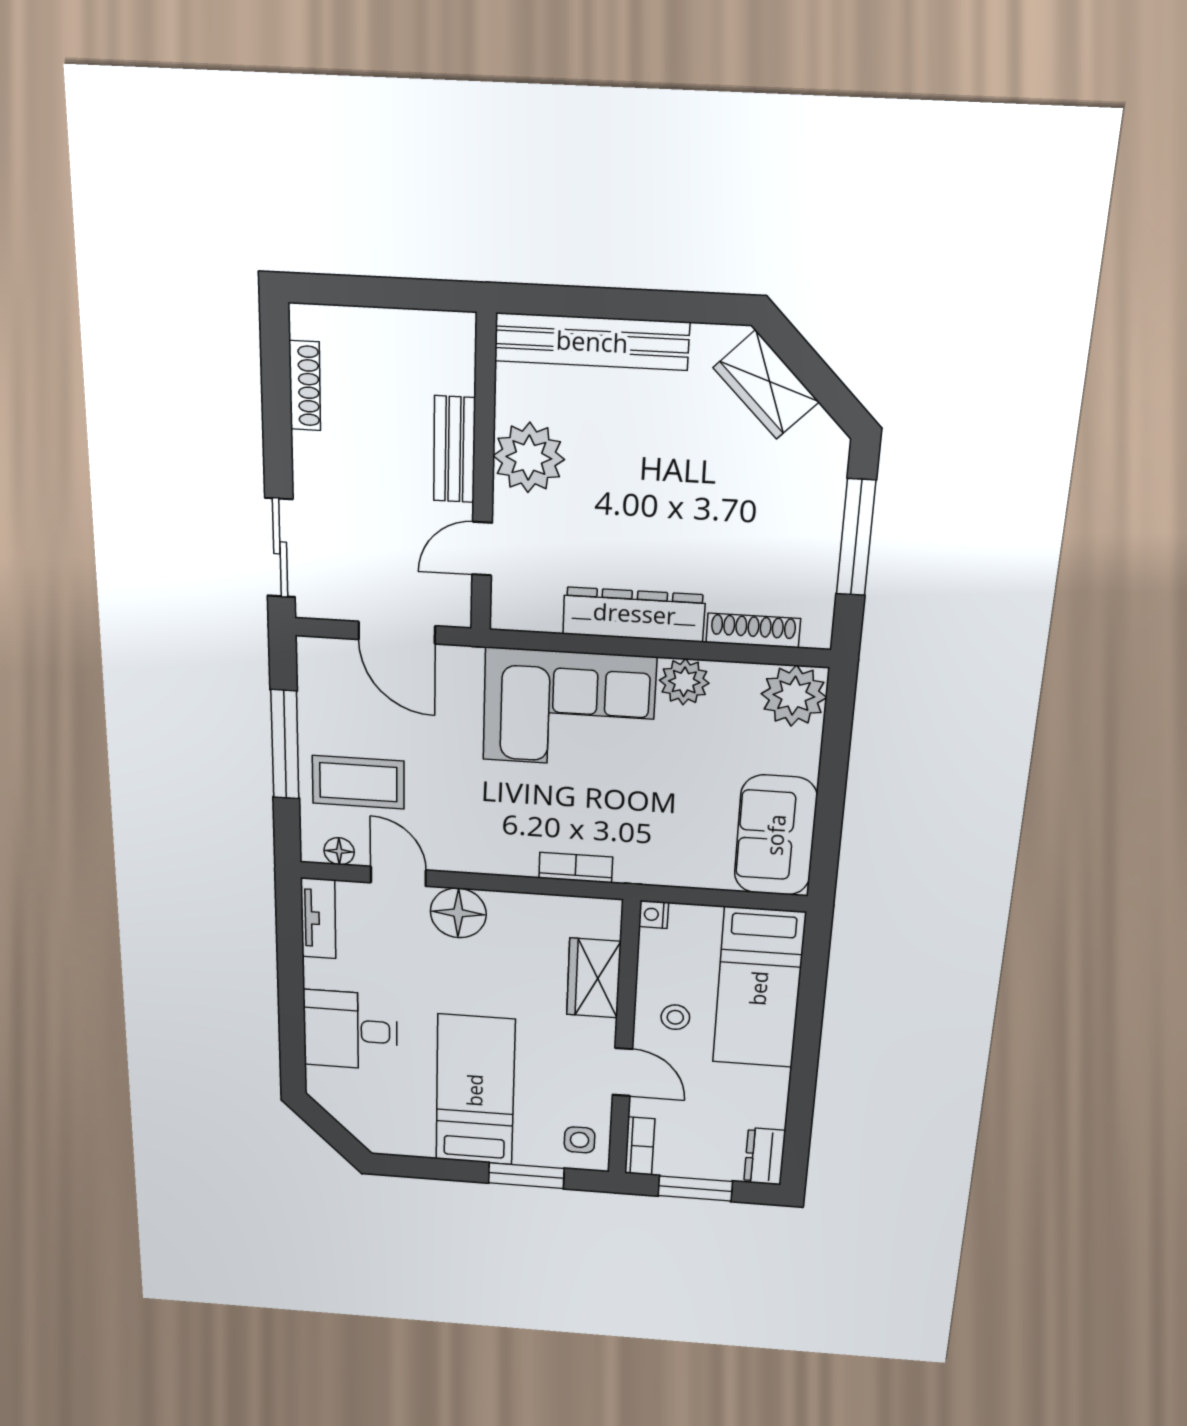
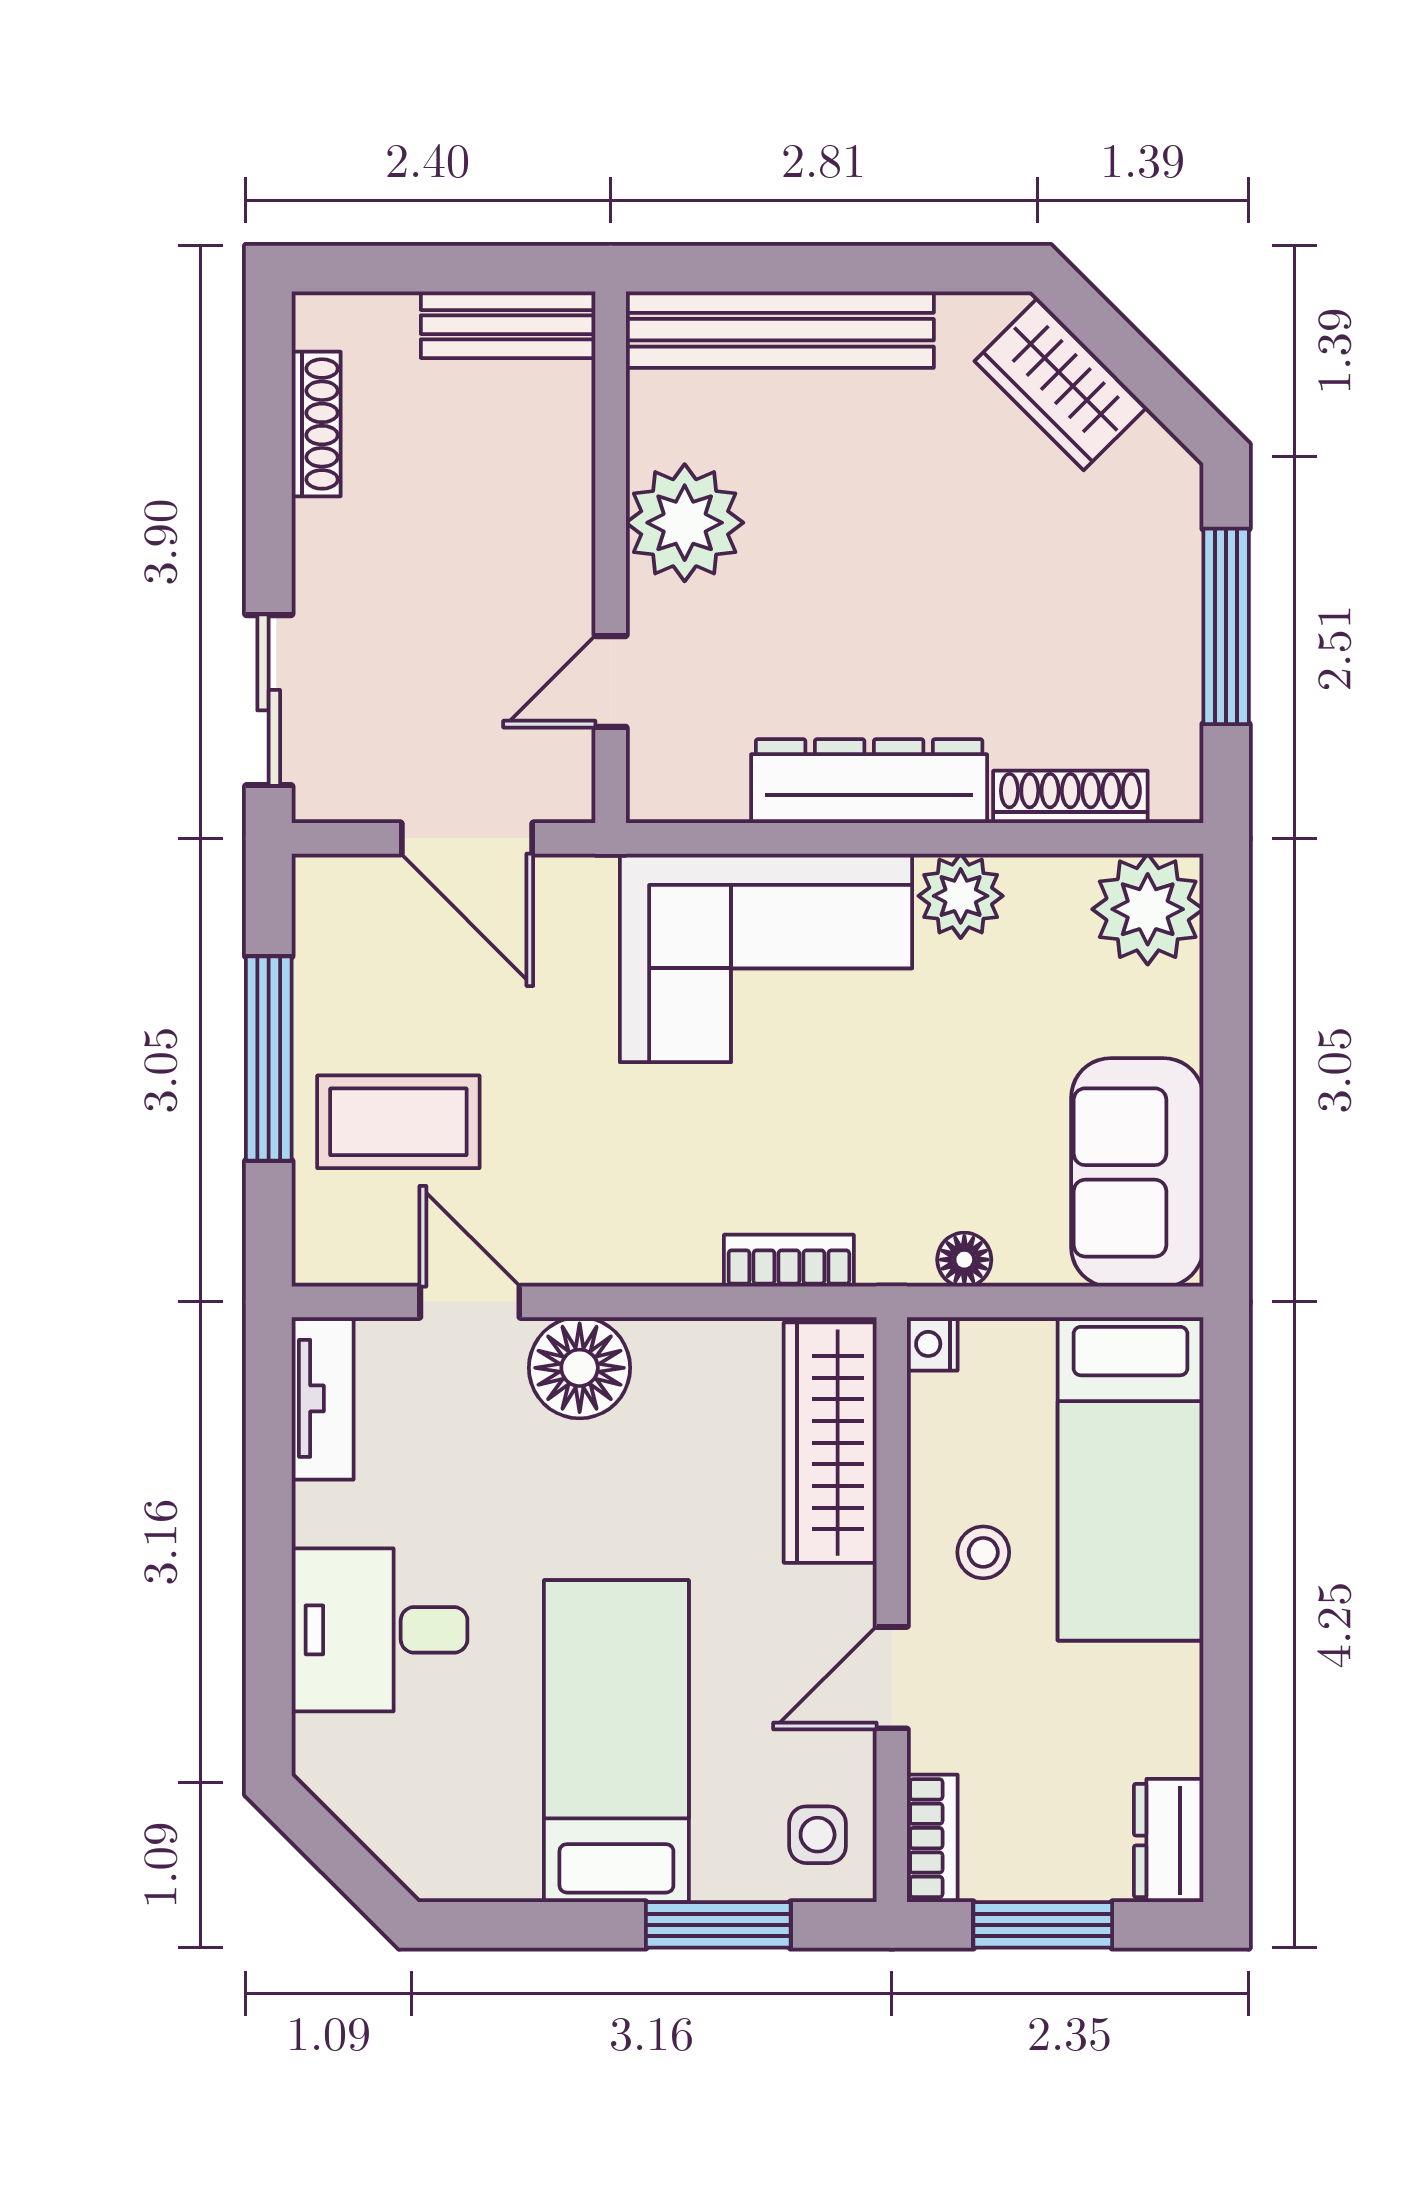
bench: (454, 449) -> (508, 325), moved, turned 90
floor lamp: (339, 851) -> (964, 1260), moved
wardrobe: (594, 978) -> (830, 1443), width x1.50
door: (622, 1072) -> (892, 1678), swing flipped

